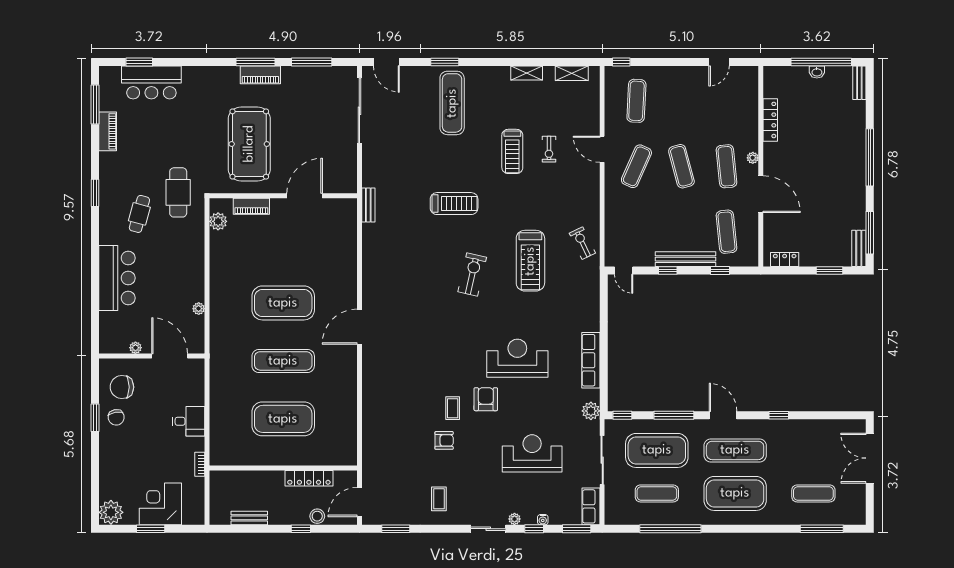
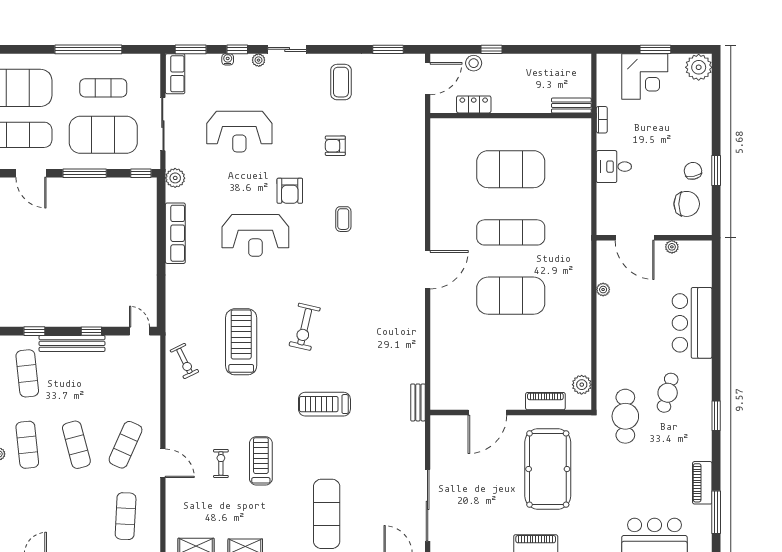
coffee table: (453, 408) -> (343, 219), moved
locker: (309, 478) -> (474, 104), width x0.66
coffee table: (439, 499) -> (341, 82), width x1.36, depth x1.30
bench: (249, 518) -> (571, 105), moved

